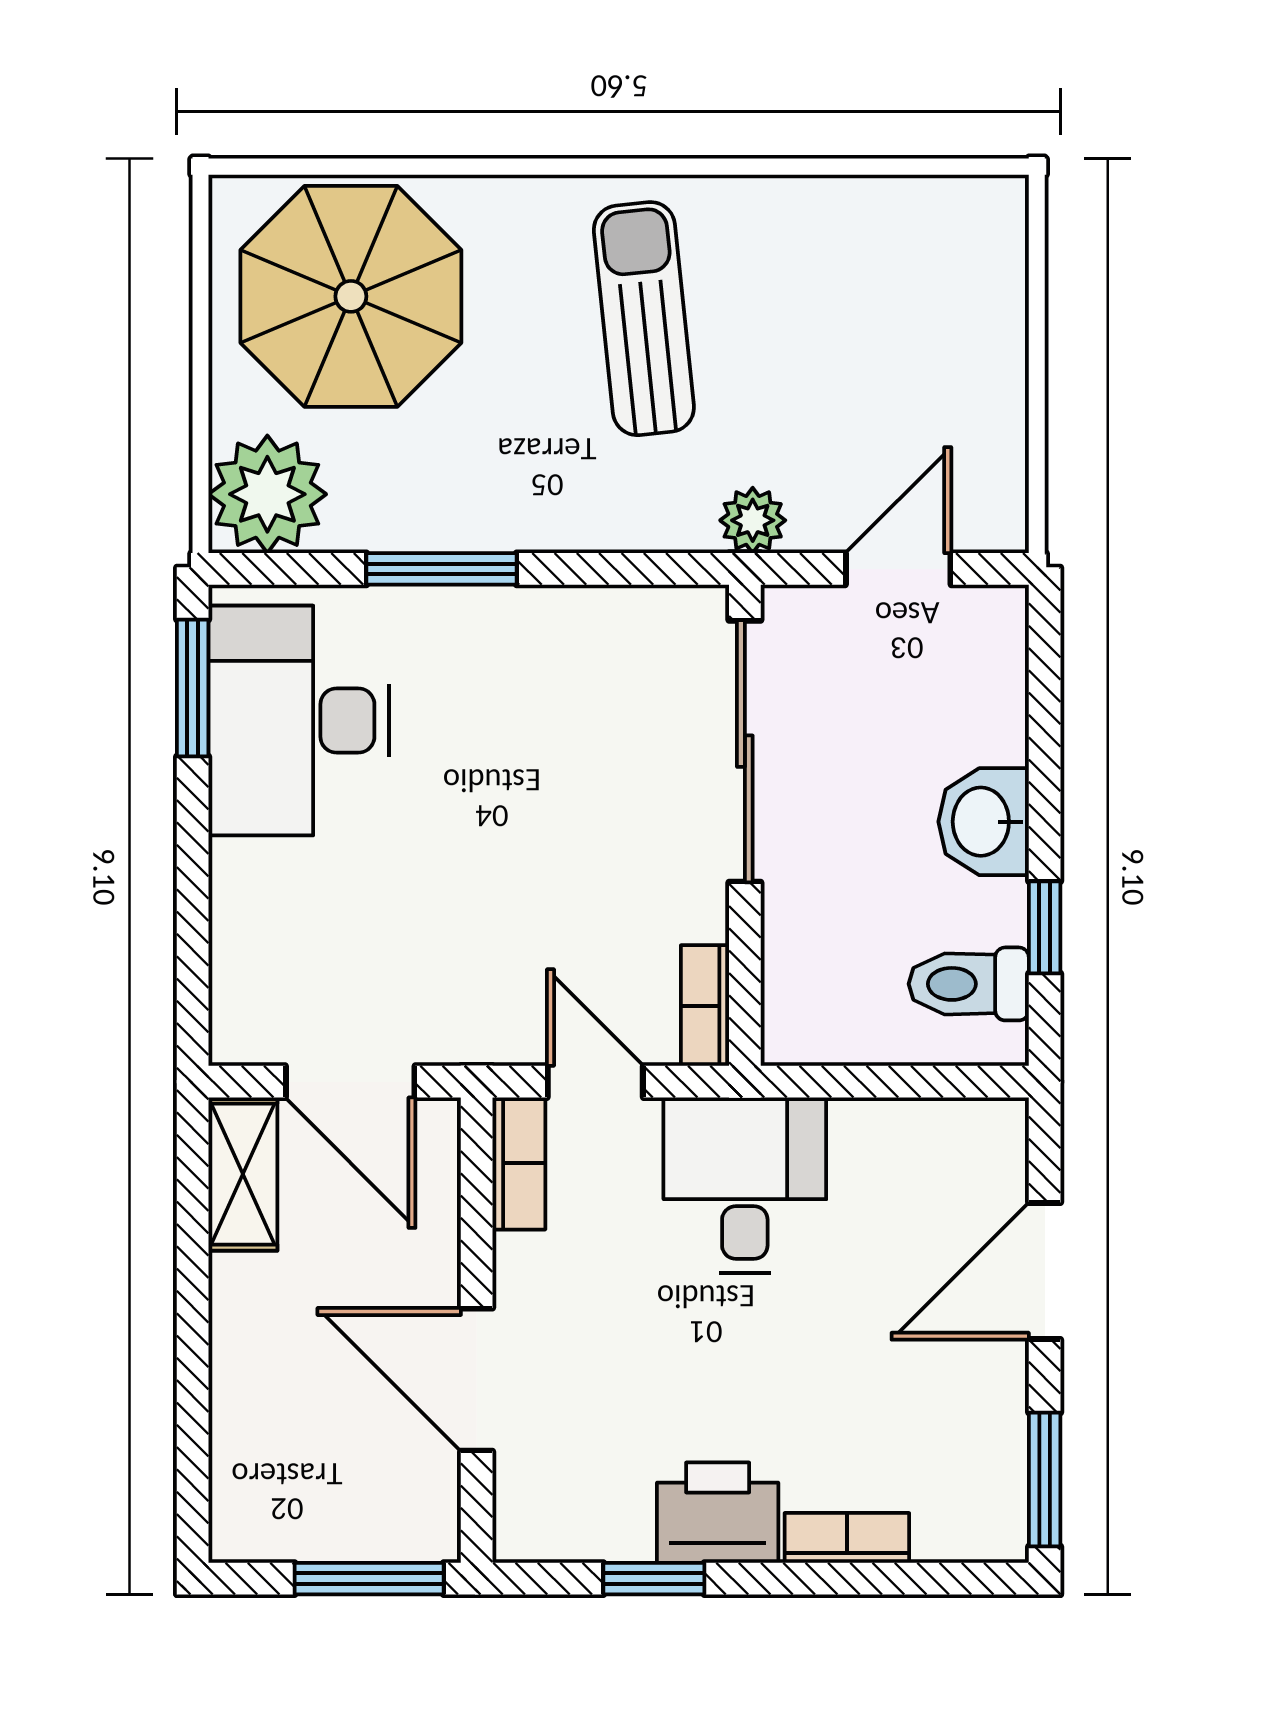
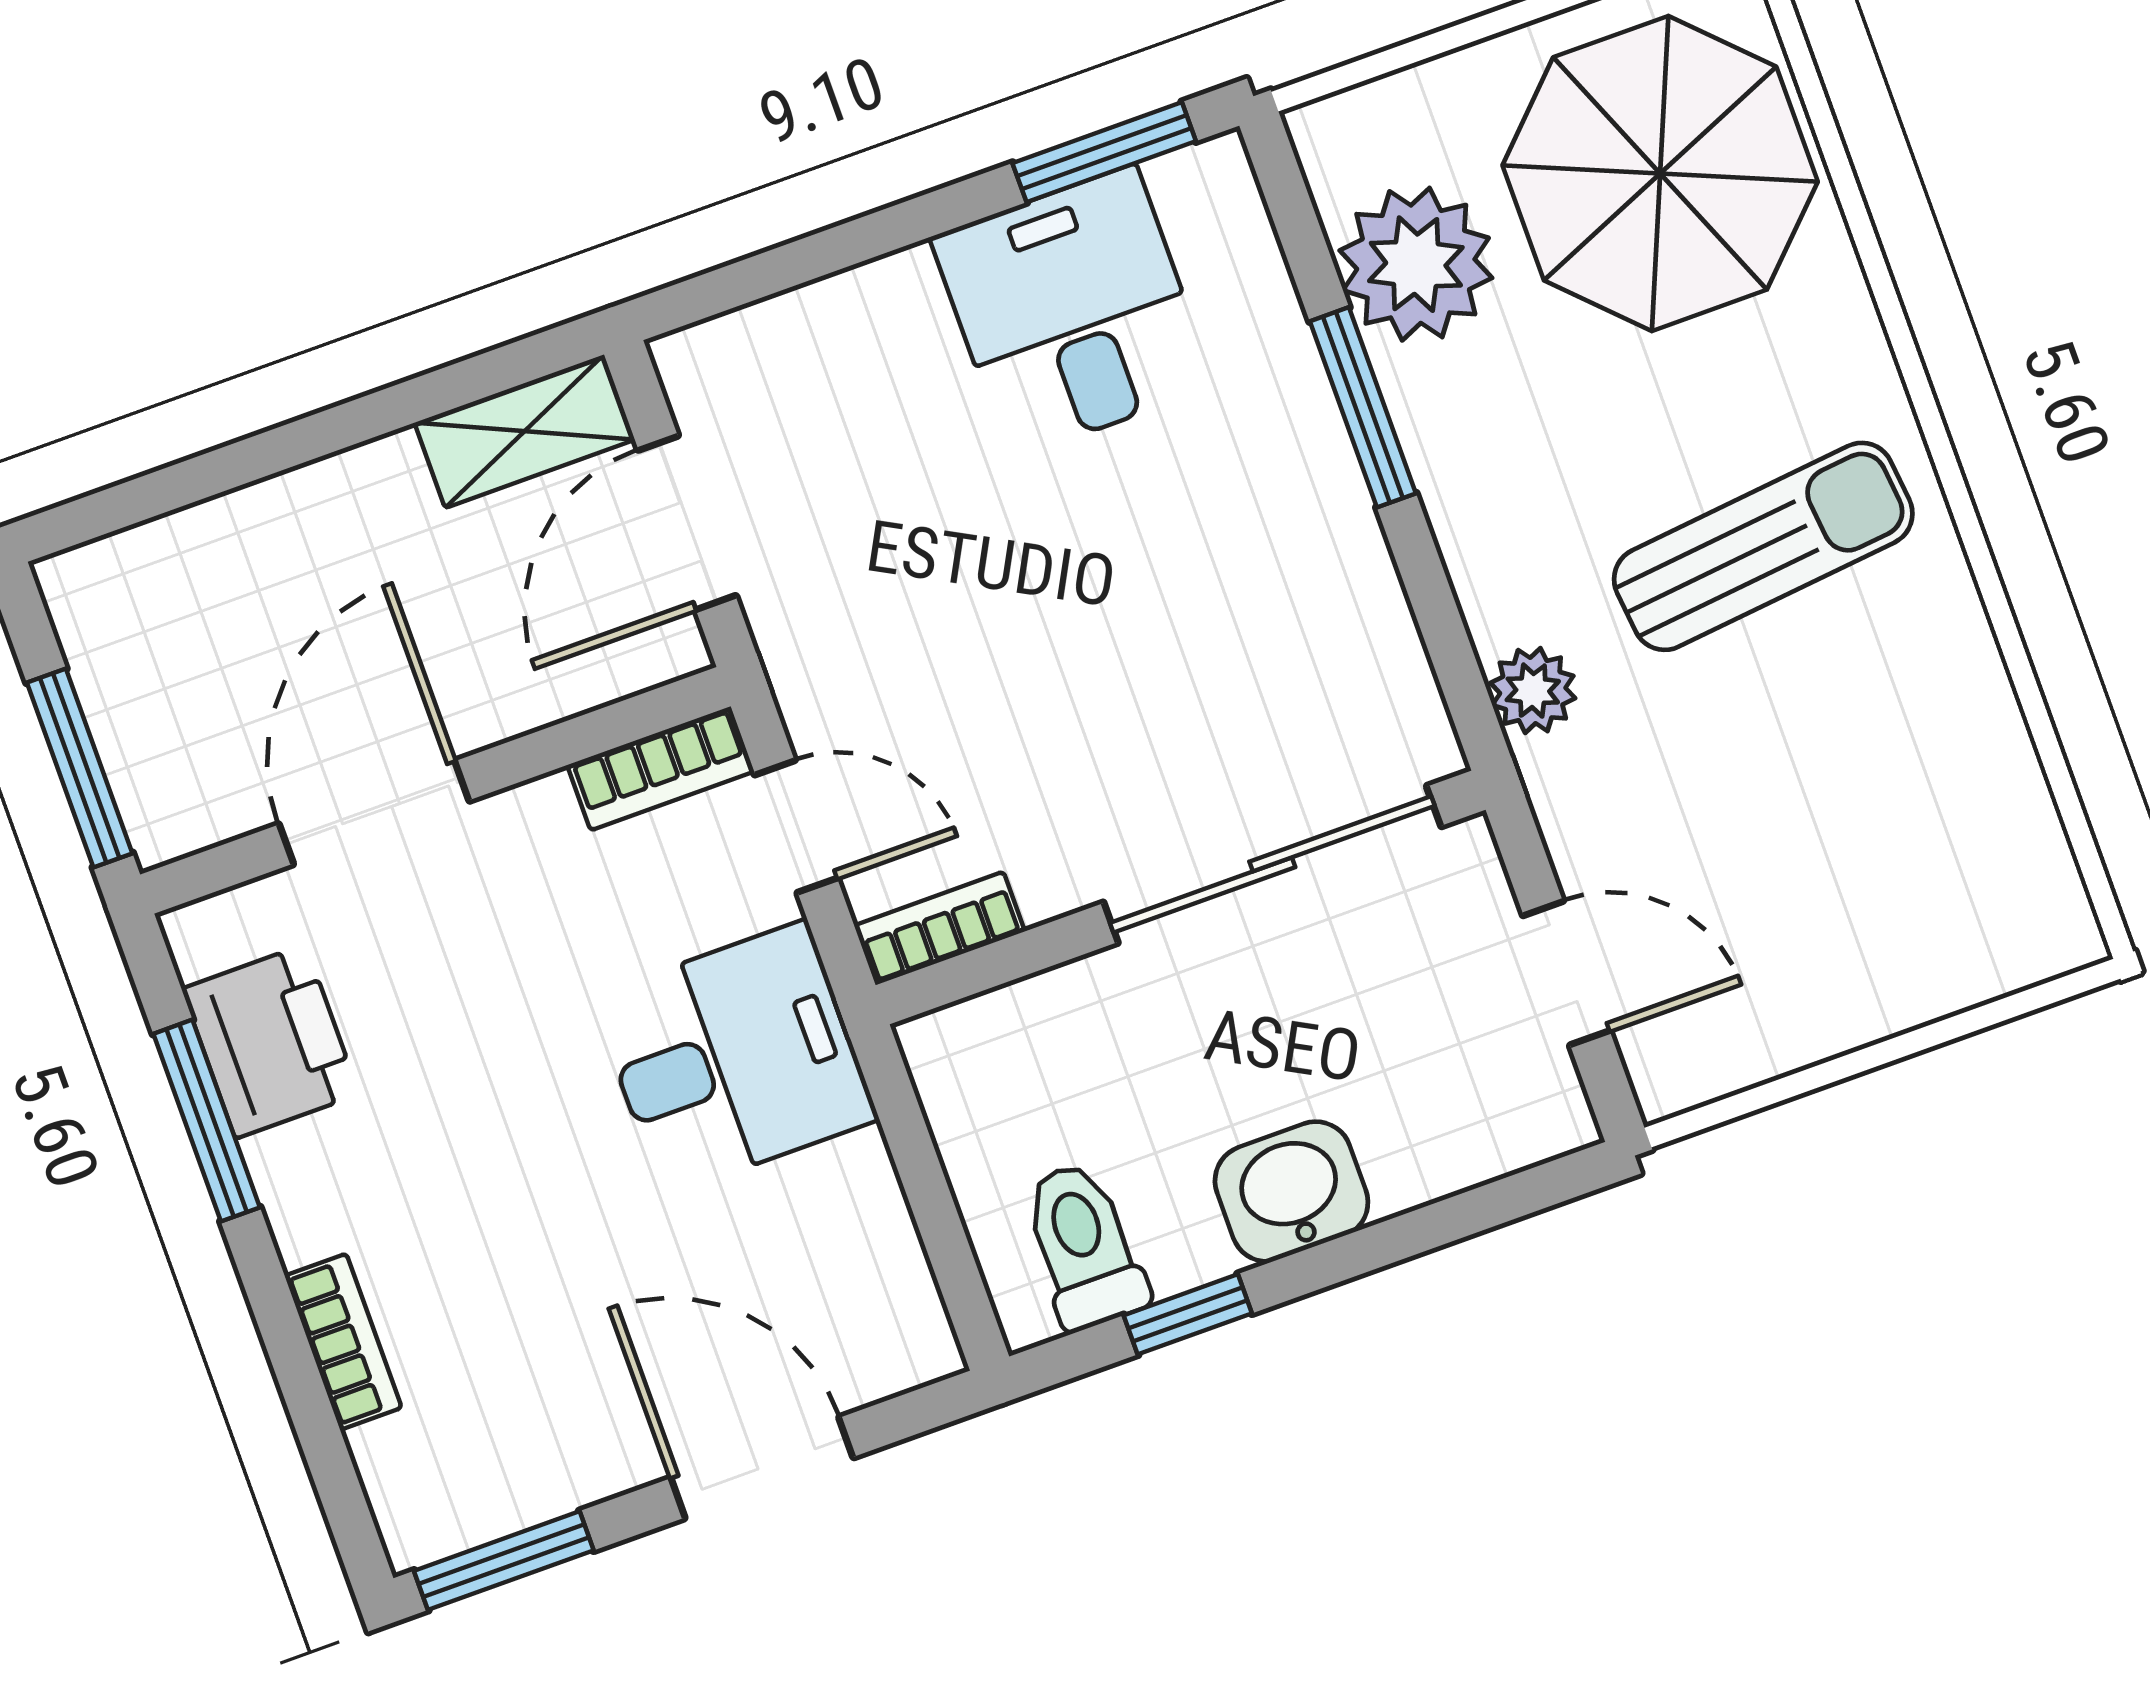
plant: (267, 494) -> (1416, 264), moved
plant: (753, 520) -> (1533, 691), moved
desk: (299, 721) -> (1073, 312), width x0.73
door: (595, 1082) -> (796, 826), hinge flipped
printer: (718, 1513) -> (270, 1041), moved
window: (654, 1579) -> (207, 1121), width x1.50

